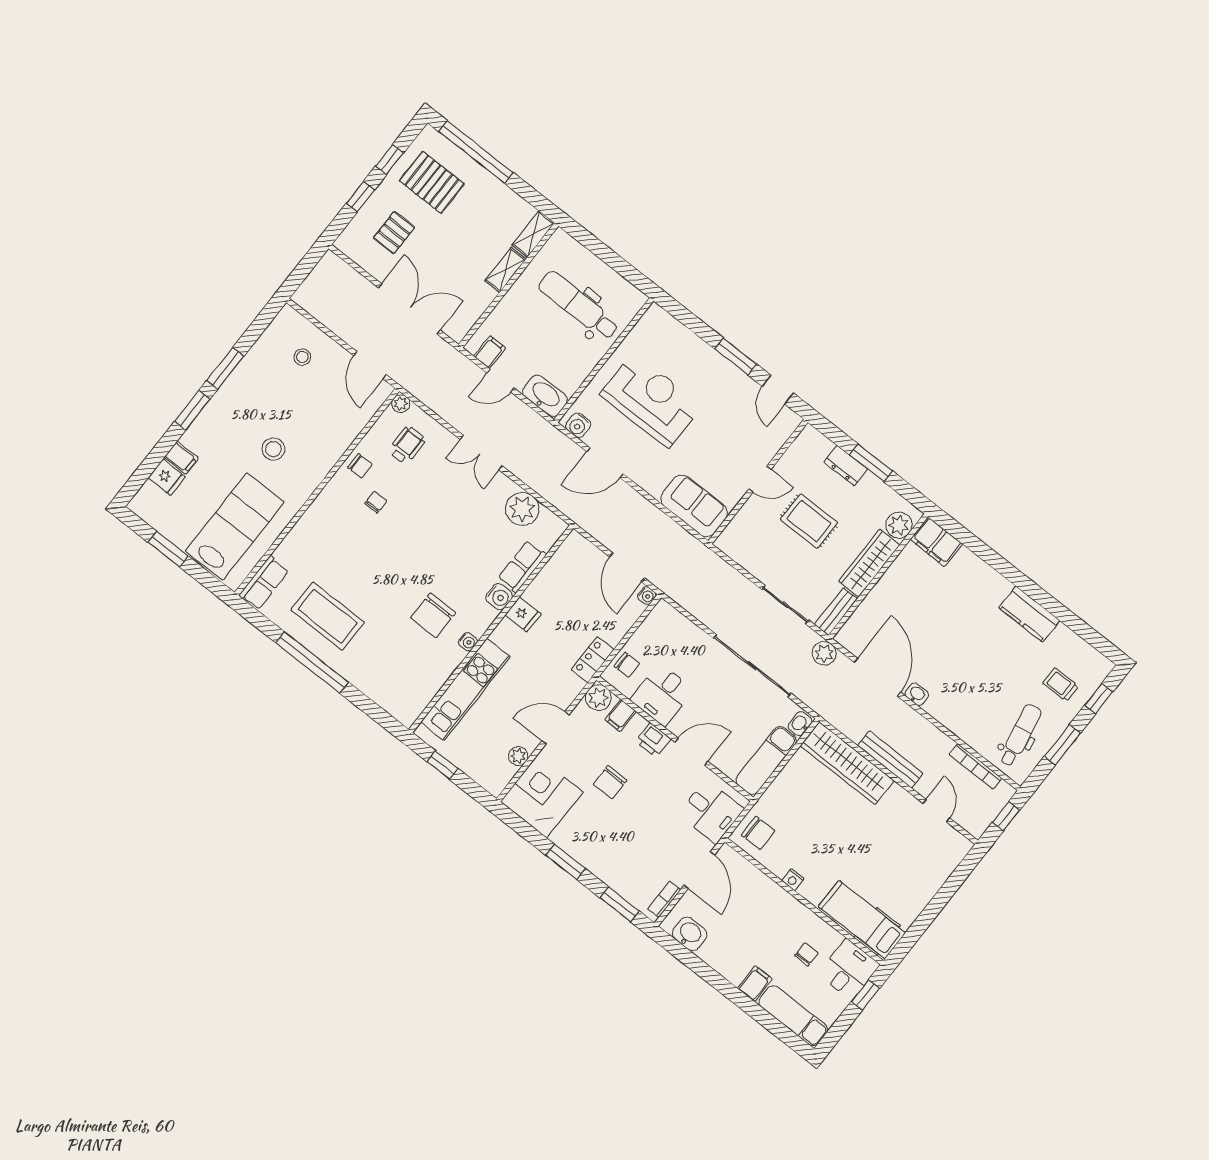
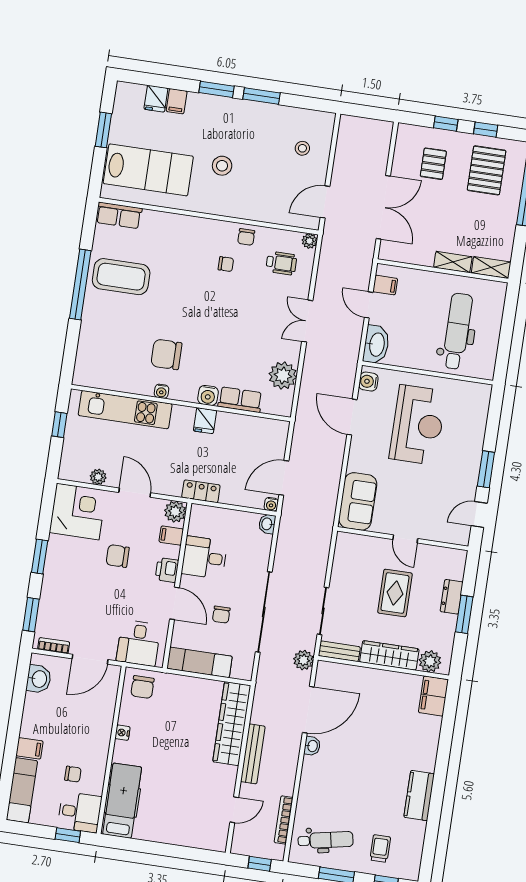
pallet: (394, 233) -> (433, 164), turned 90
coffee table: (328, 616) -> (121, 277), turned 90
chair: (627, 665) -> (221, 615), moved
washbasin: (800, 724) -> (267, 524), moved, turned -90

